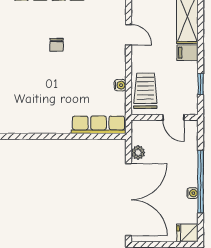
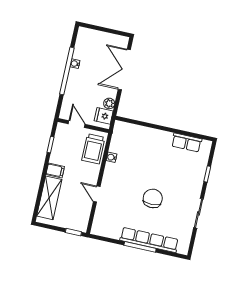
chair: (57, 45) -> (153, 198), width x1.87, depth x1.87
row of seats: (99, 125) -> (187, 143), moved, width x0.68
double door: (128, 200) -> (124, 69), width x0.73
fridge: (187, 233) -> (104, 116), moved, turned 180

